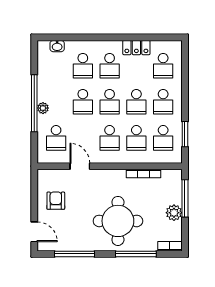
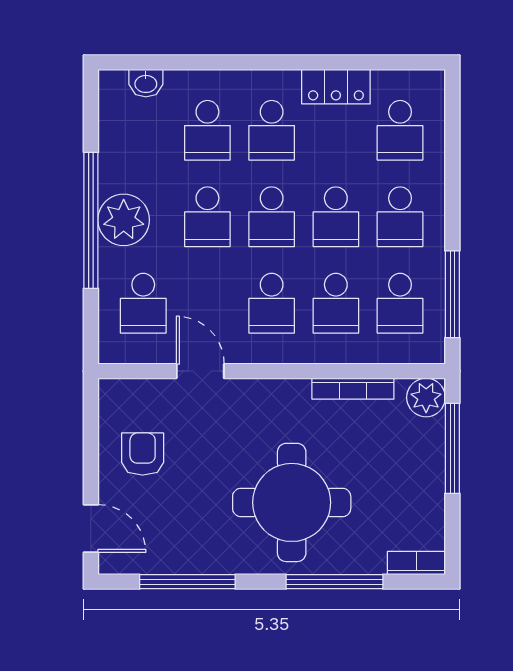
plant: (43, 108) -> (124, 220), width x1.87, depth x1.87
window: (185, 134) -> (452, 294), width x1.44
plant: (174, 213) -> (426, 397), moved

